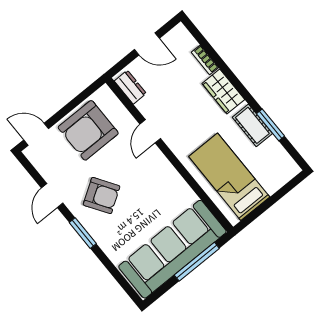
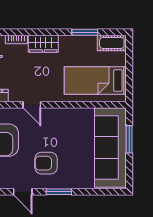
cot: (252, 125) -> (112, 43), moved
armchair: (102, 196) -> (46, 163), turned -147
window: (197, 262) -> (129, 139), width x0.69

